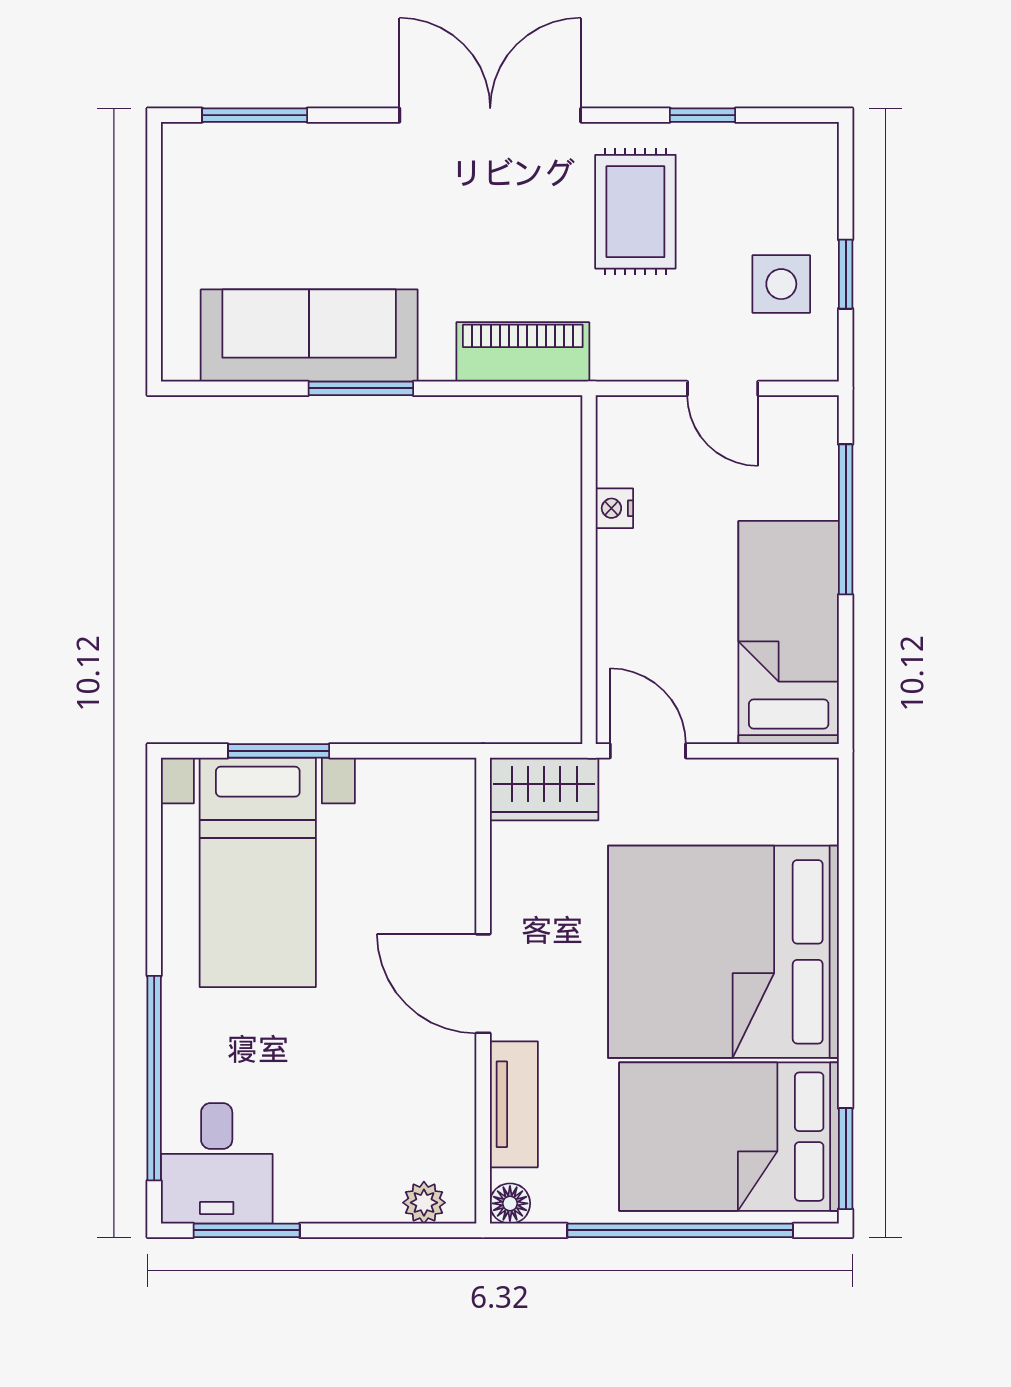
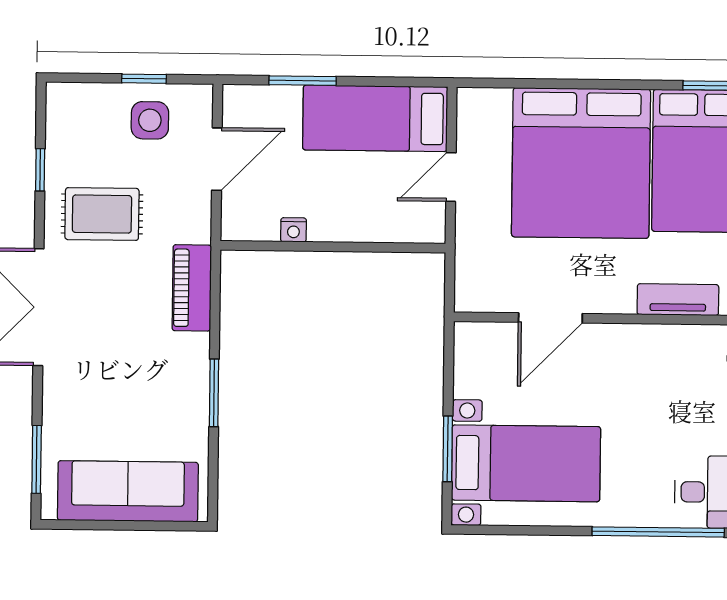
sofa: (309, 336) -> (128, 491), moved, turned 90
door: (723, 388) -> (217, 159), width x1.38
window: (846, 519) -> (303, 81), width x0.69
door: (648, 751) -> (451, 177), moved
wardrobe: (544, 789) -> (474, 278), removed
door: (483, 984) -> (550, 318), moved

